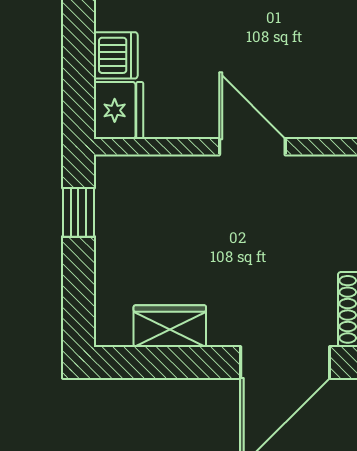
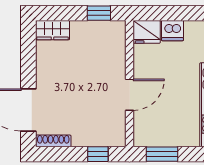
wardrobe: (170, 326) -> (53, 30), moved, turned 90

